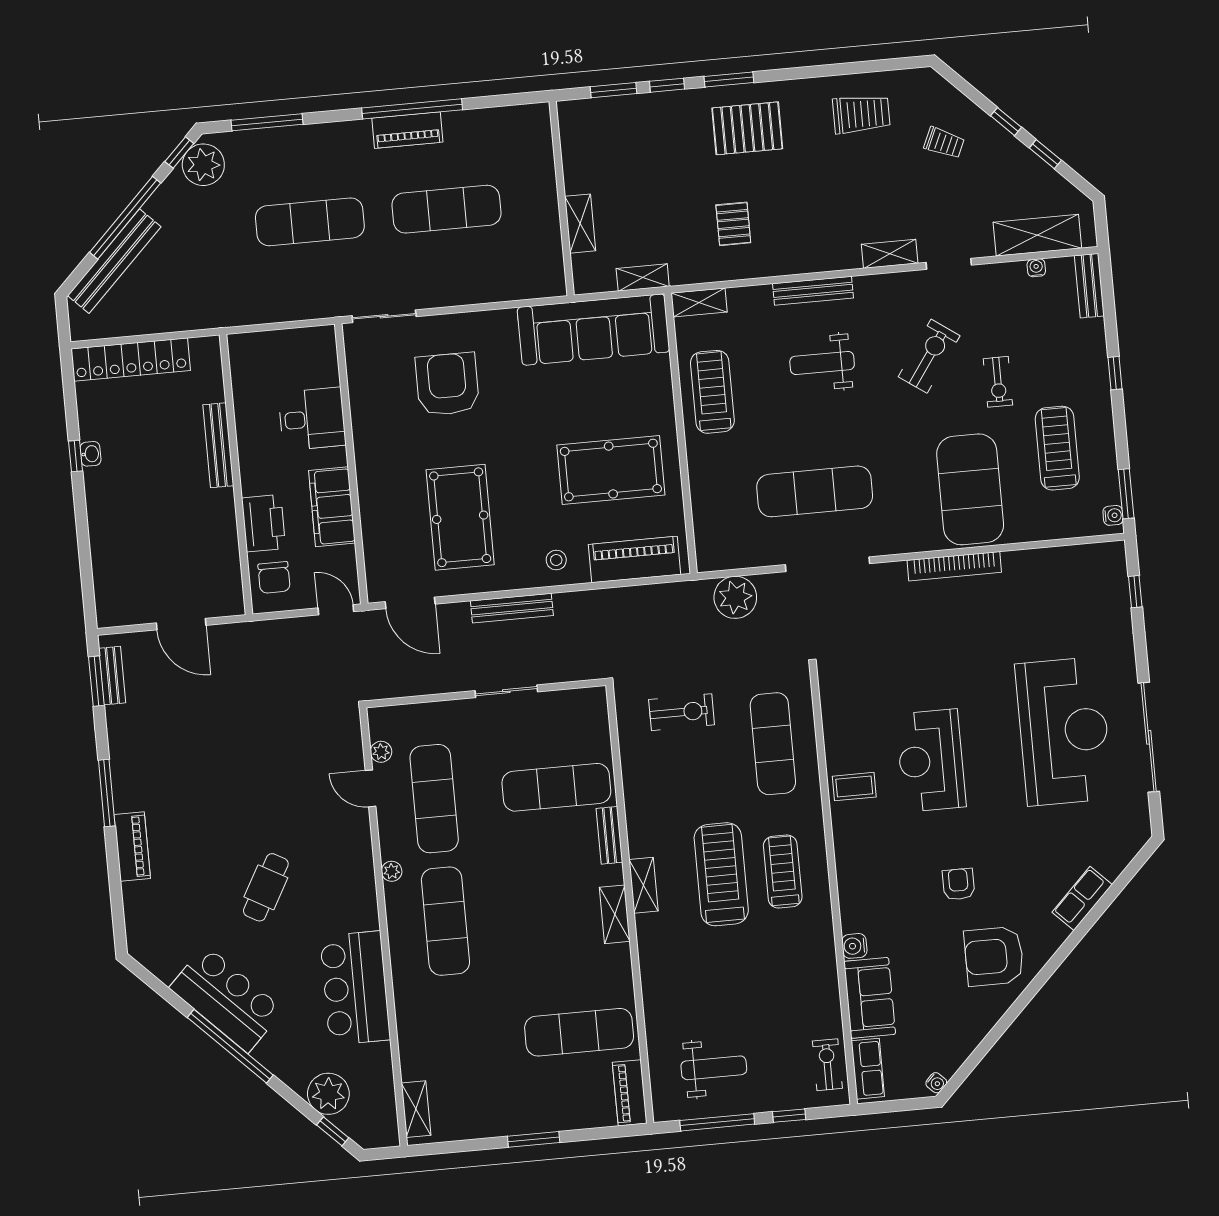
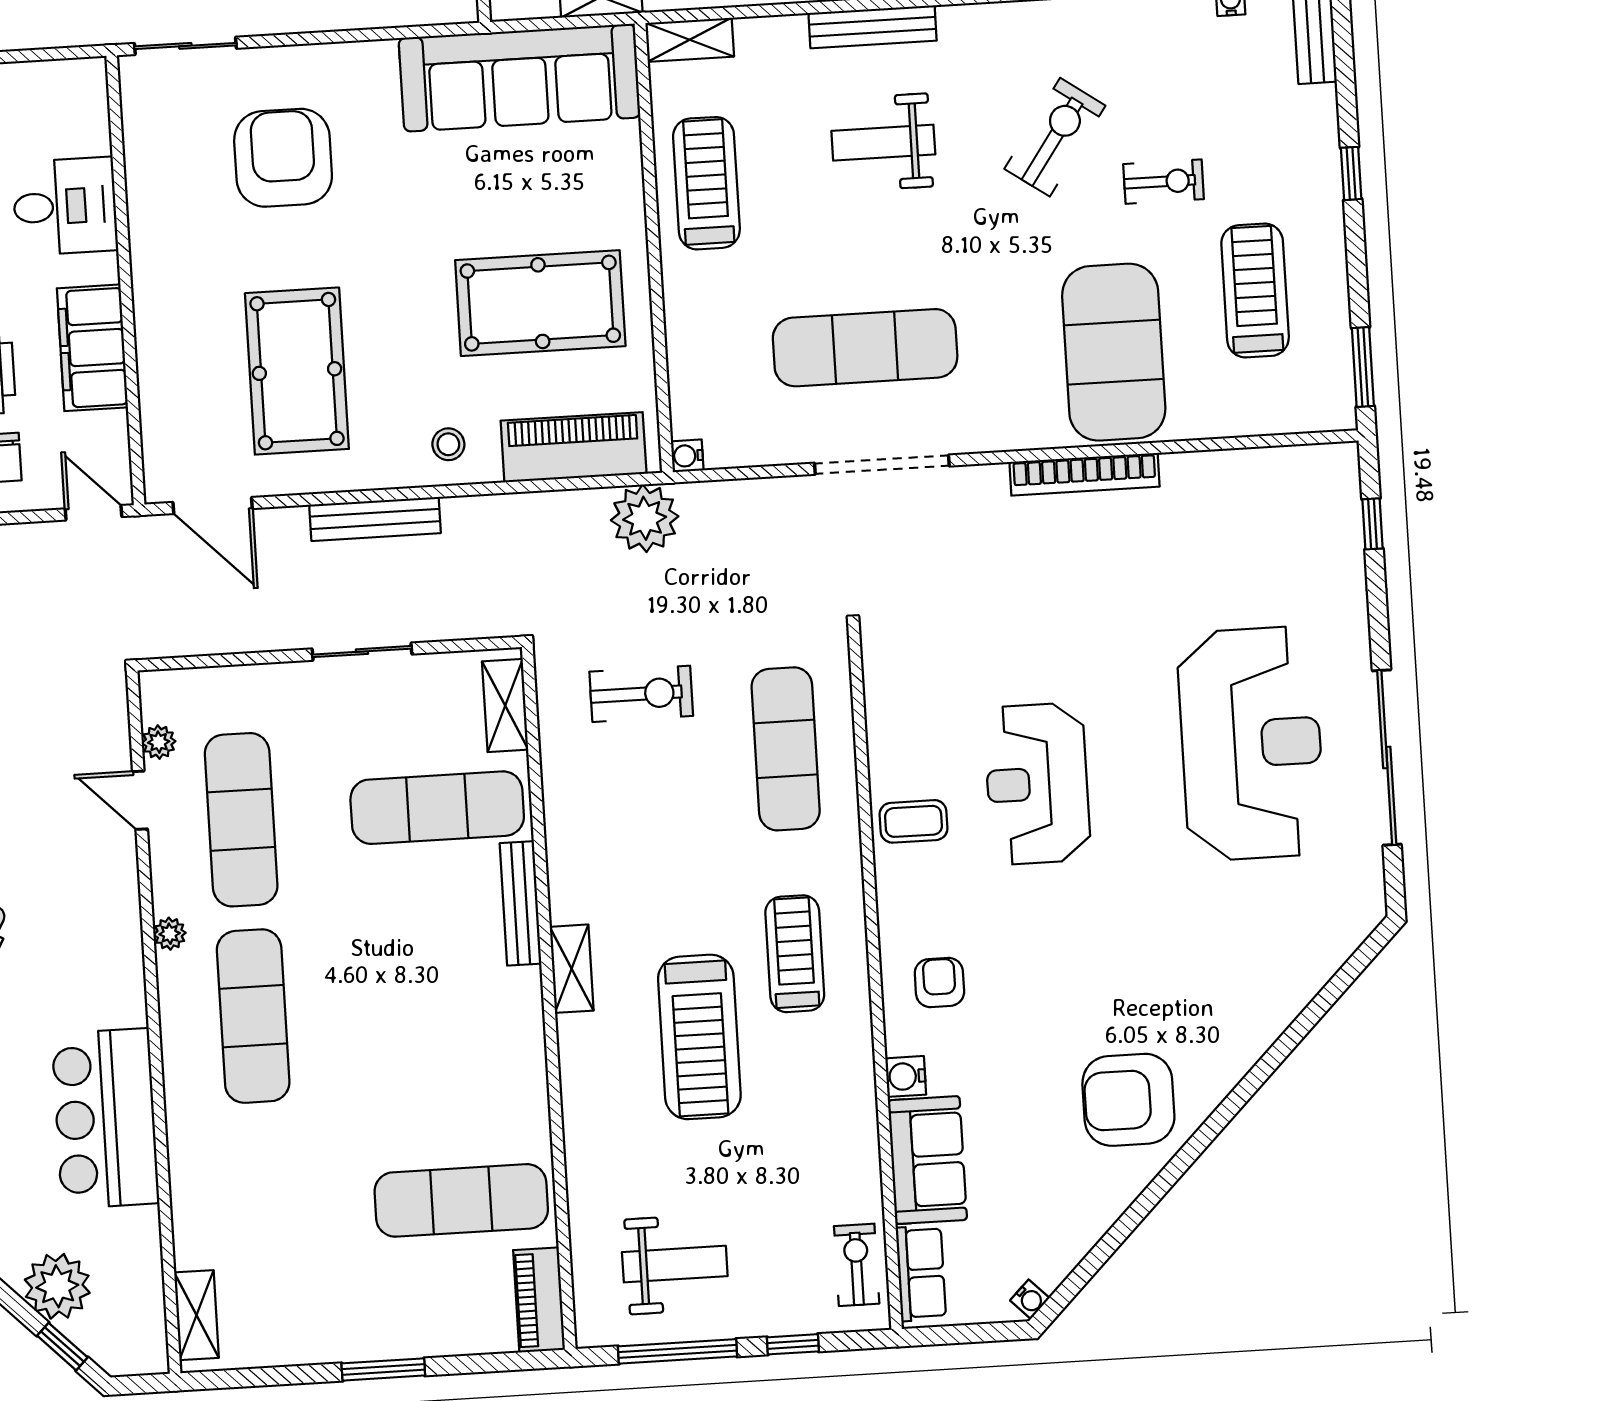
exercise bike: (998, 382) -> (1164, 182), turned -90
water cooler: (1113, 515) -> (687, 456), moved, turned 180
plant: (735, 597) -> (645, 518), moved
bench: (609, 835) -> (521, 903), width x1.36
treadmill: (721, 874) -> (699, 1037), moved, turned 180
armchair: (958, 884) -> (939, 982), moved
row of seats: (1082, 898) -> (1272, 1012), removed
shelving: (615, 914) -> (505, 706), moved

